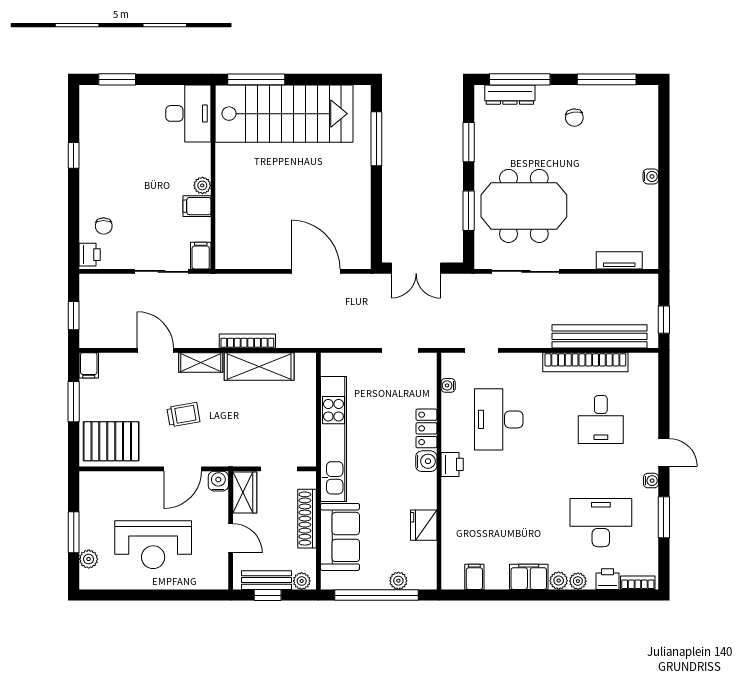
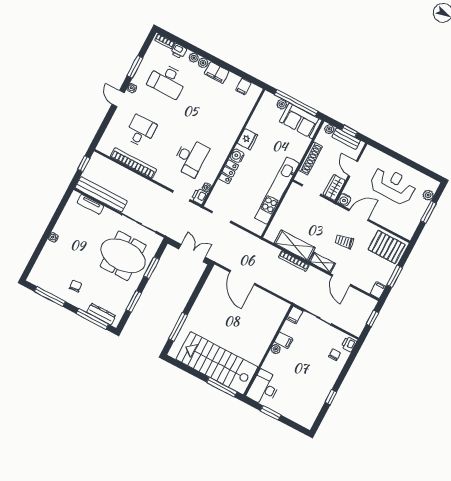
window: (117, 79) -> (271, 413), moved
bench: (599, 336) -> (101, 194), moved
printer: (452, 464) -> (199, 196), moved
fridge: (424, 525) -> (247, 139), moved
sofa: (340, 537) -> (301, 121), moved, turned -90

